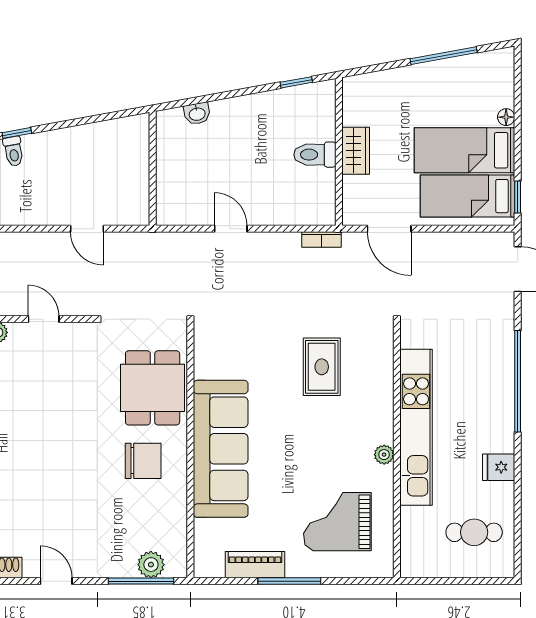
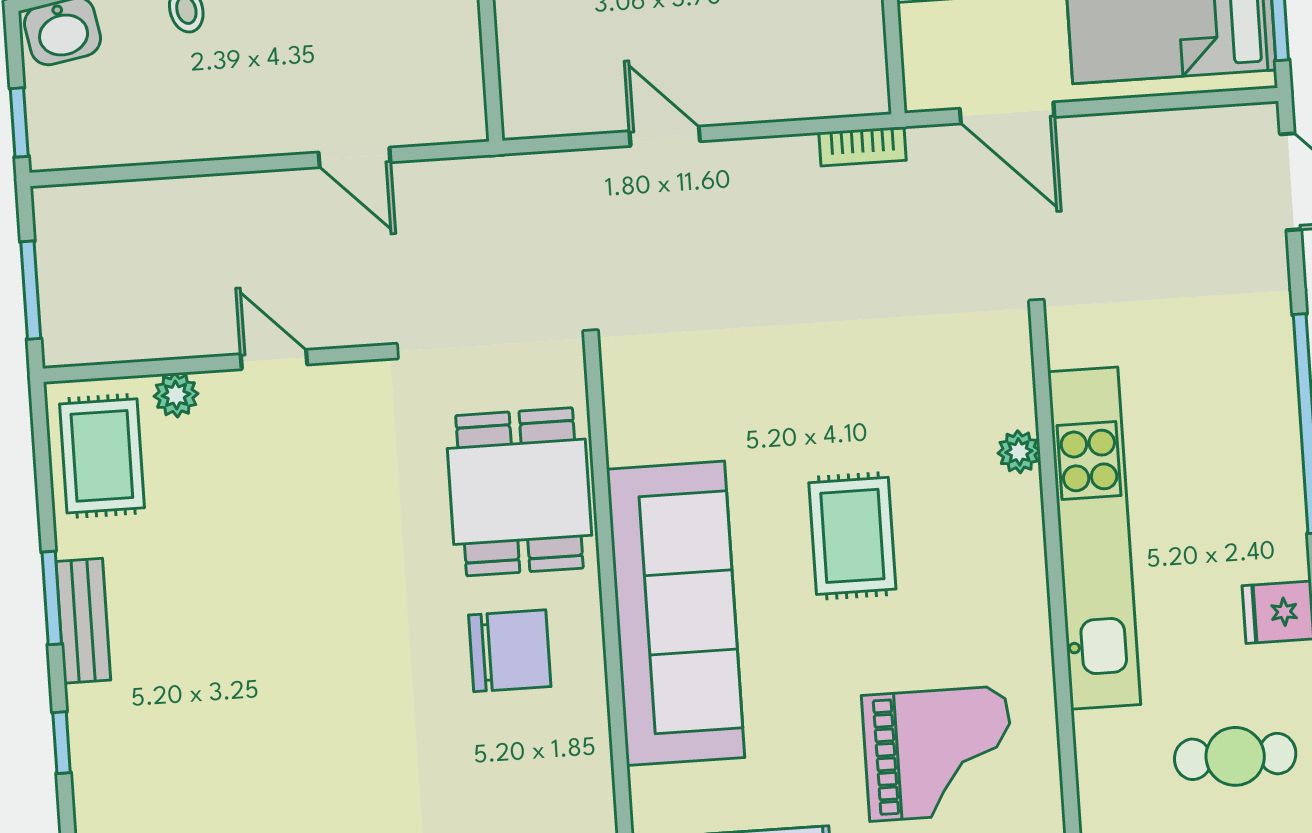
rug: (322, 367) -> (852, 536), moved
plant: (384, 455) -> (1019, 452), moved
grand piano: (337, 522) -> (938, 754), turned 180

